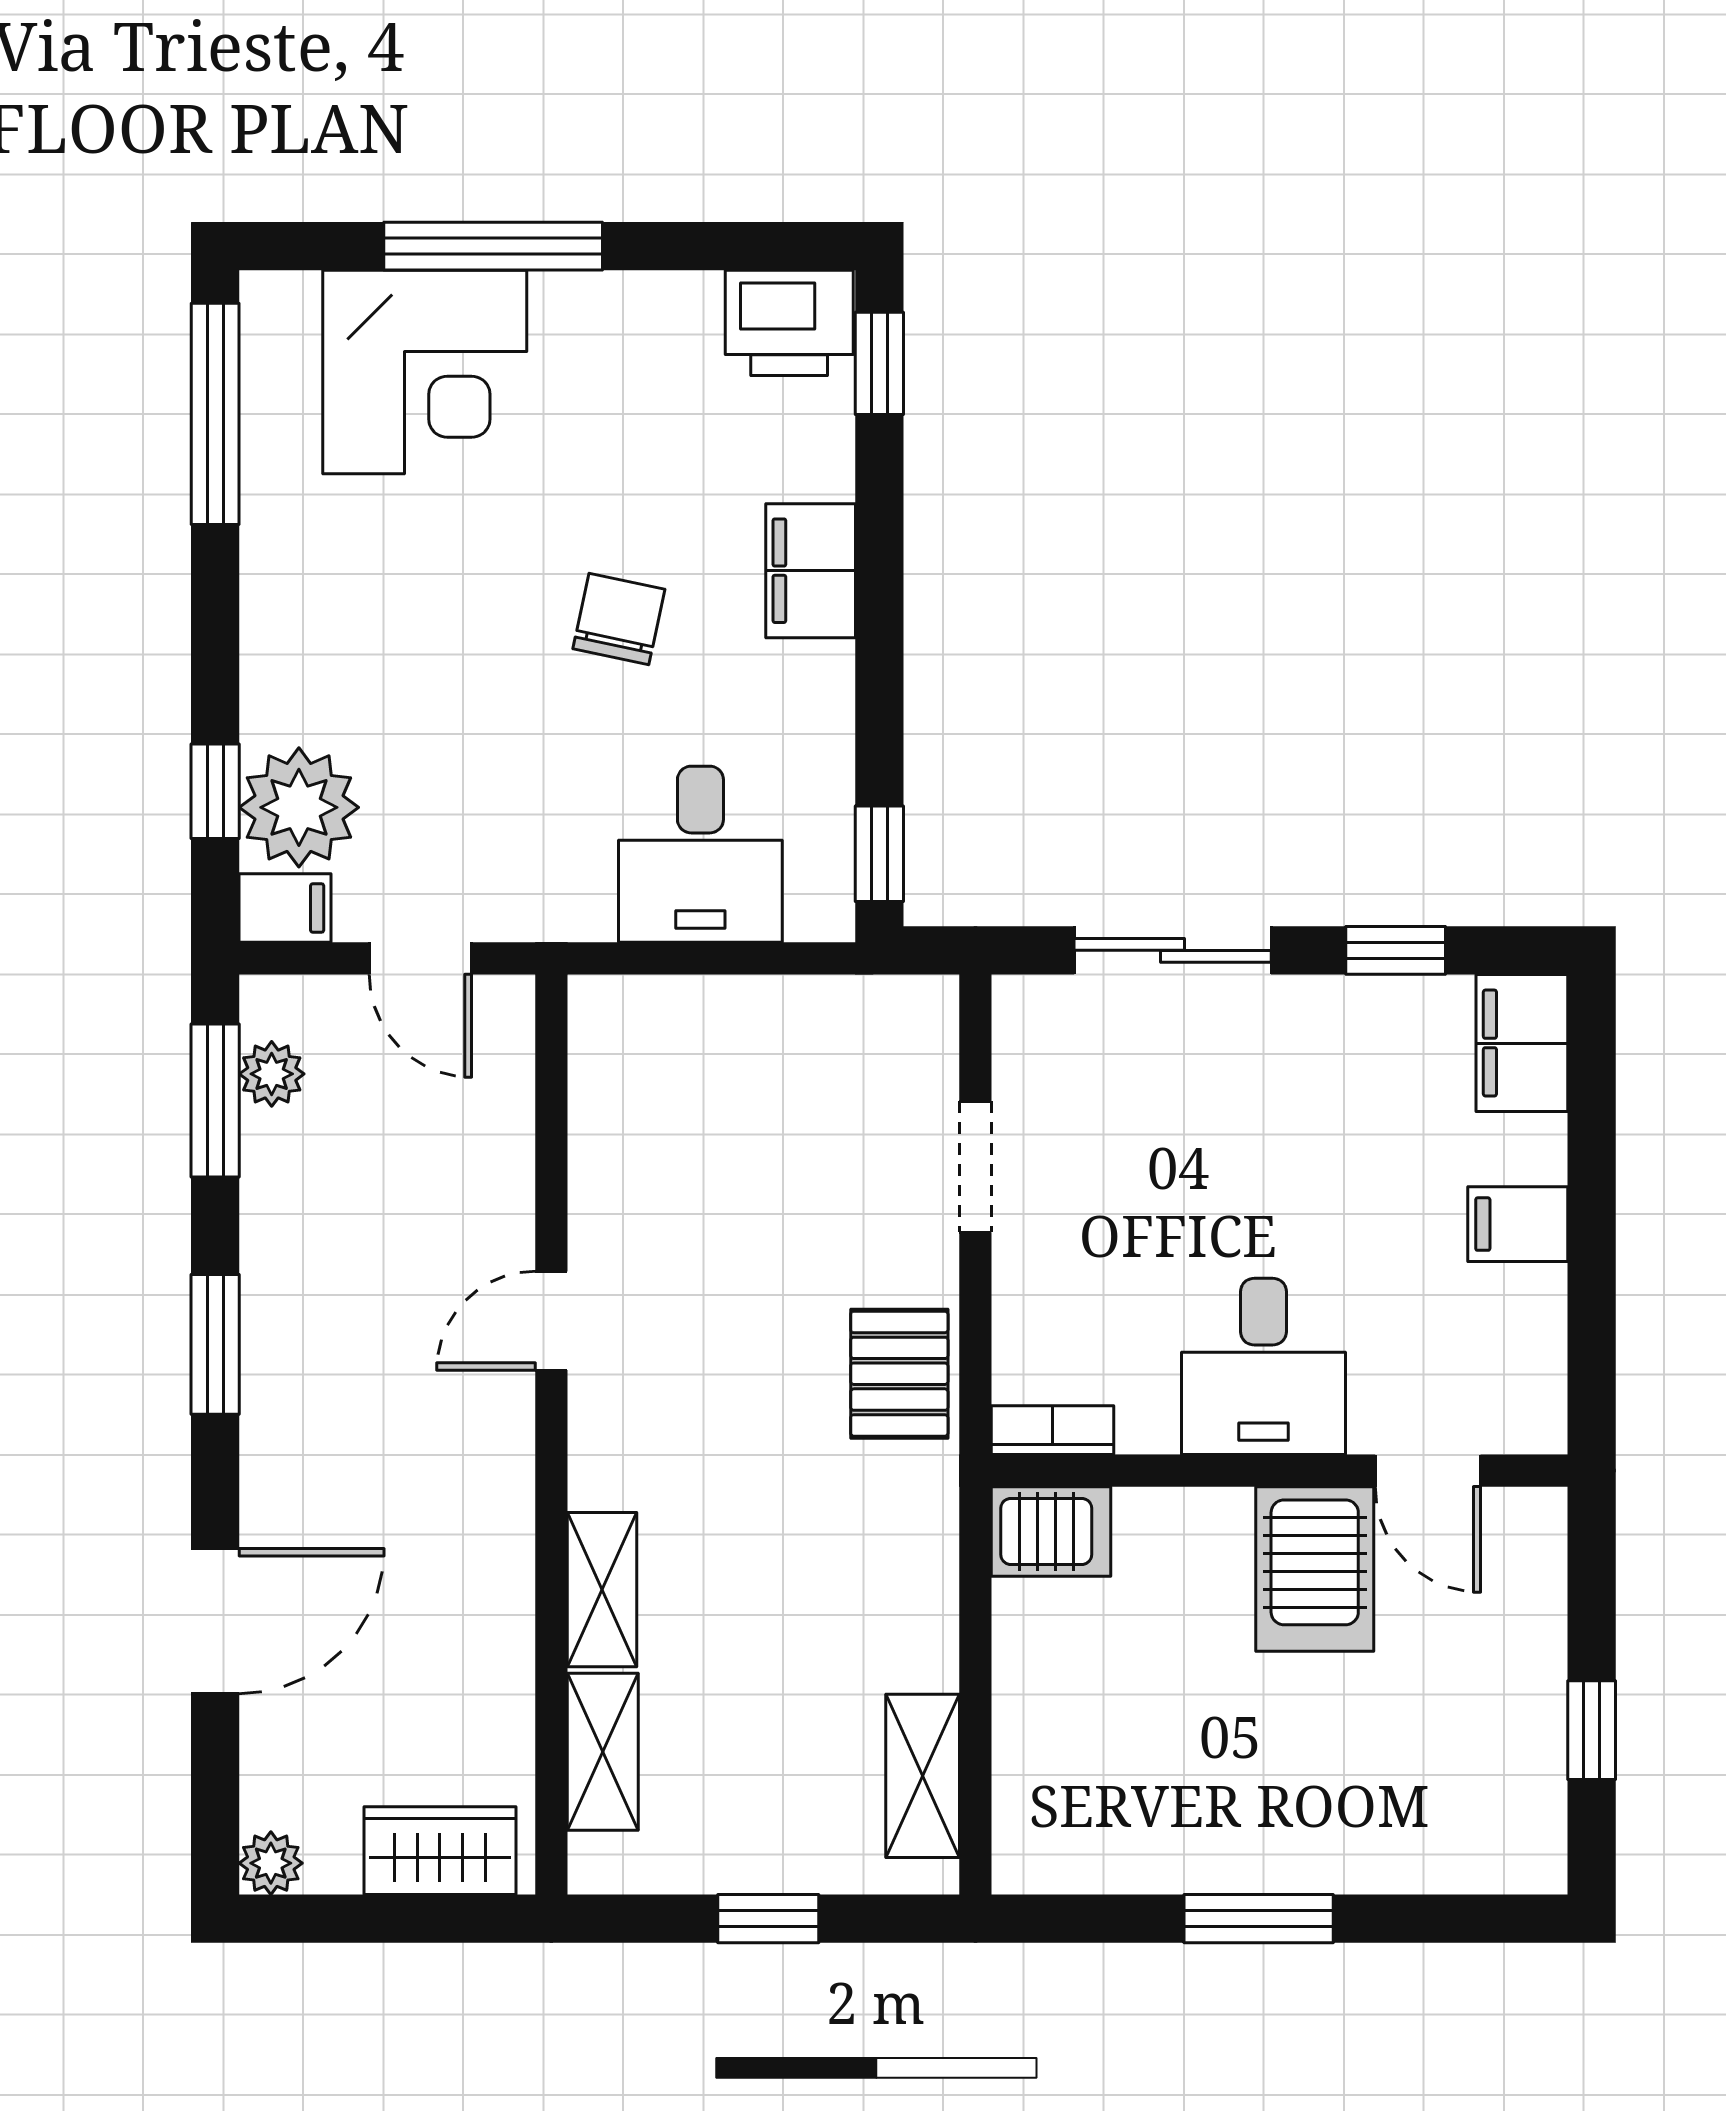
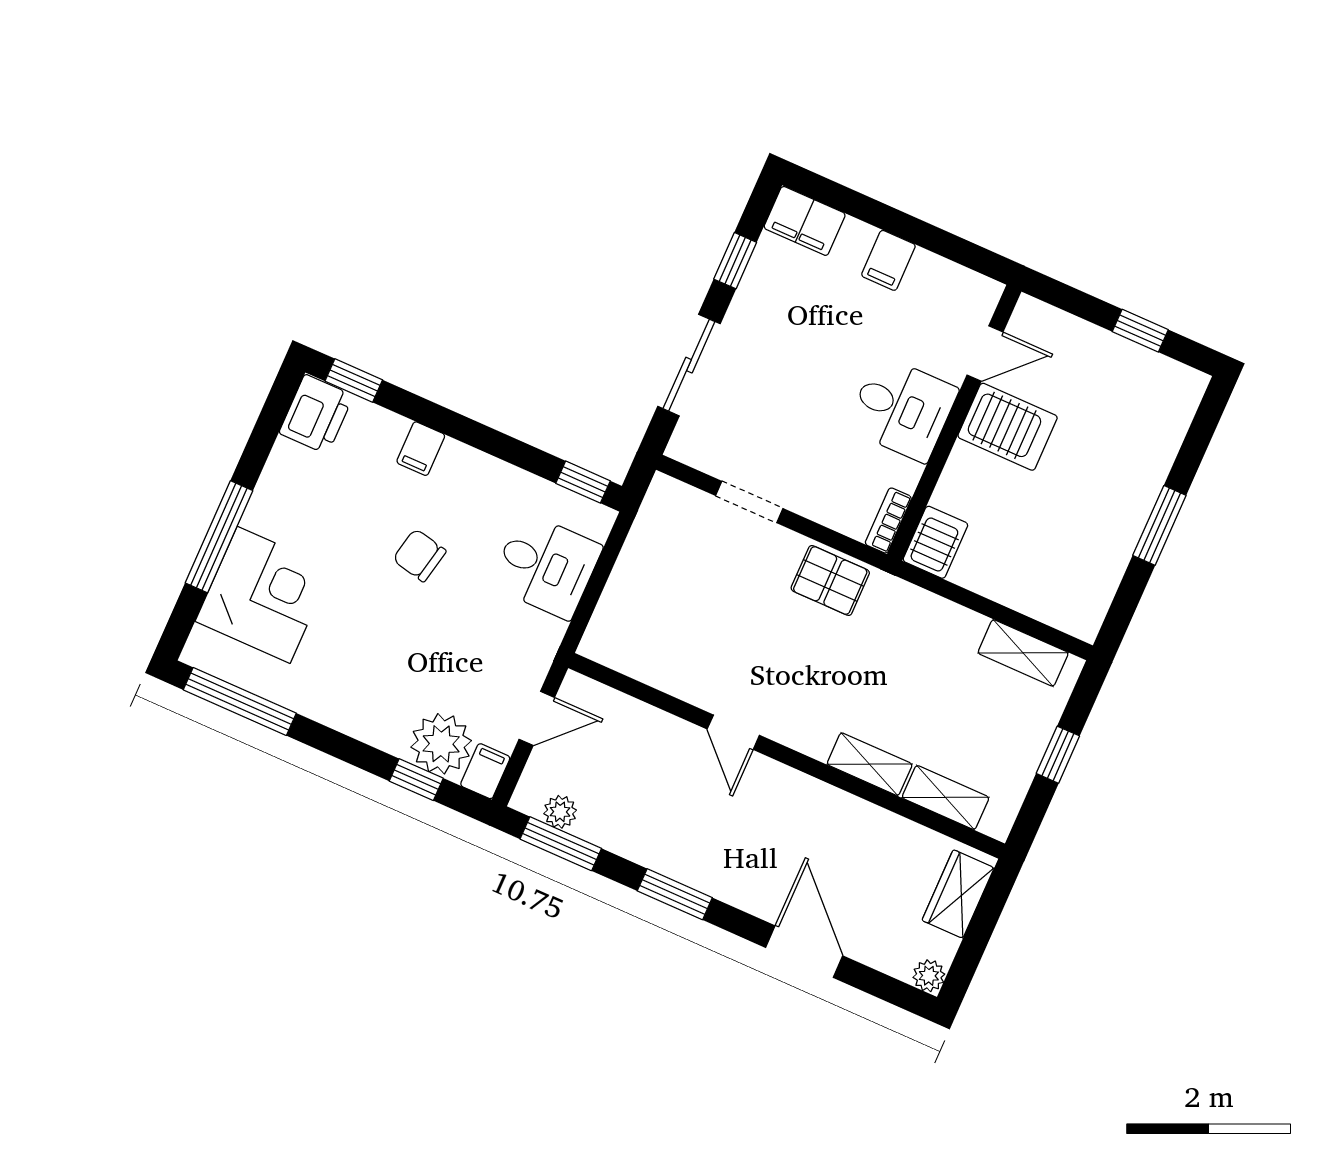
filing cabinet: (811, 571) -> (421, 449), width x0.50

